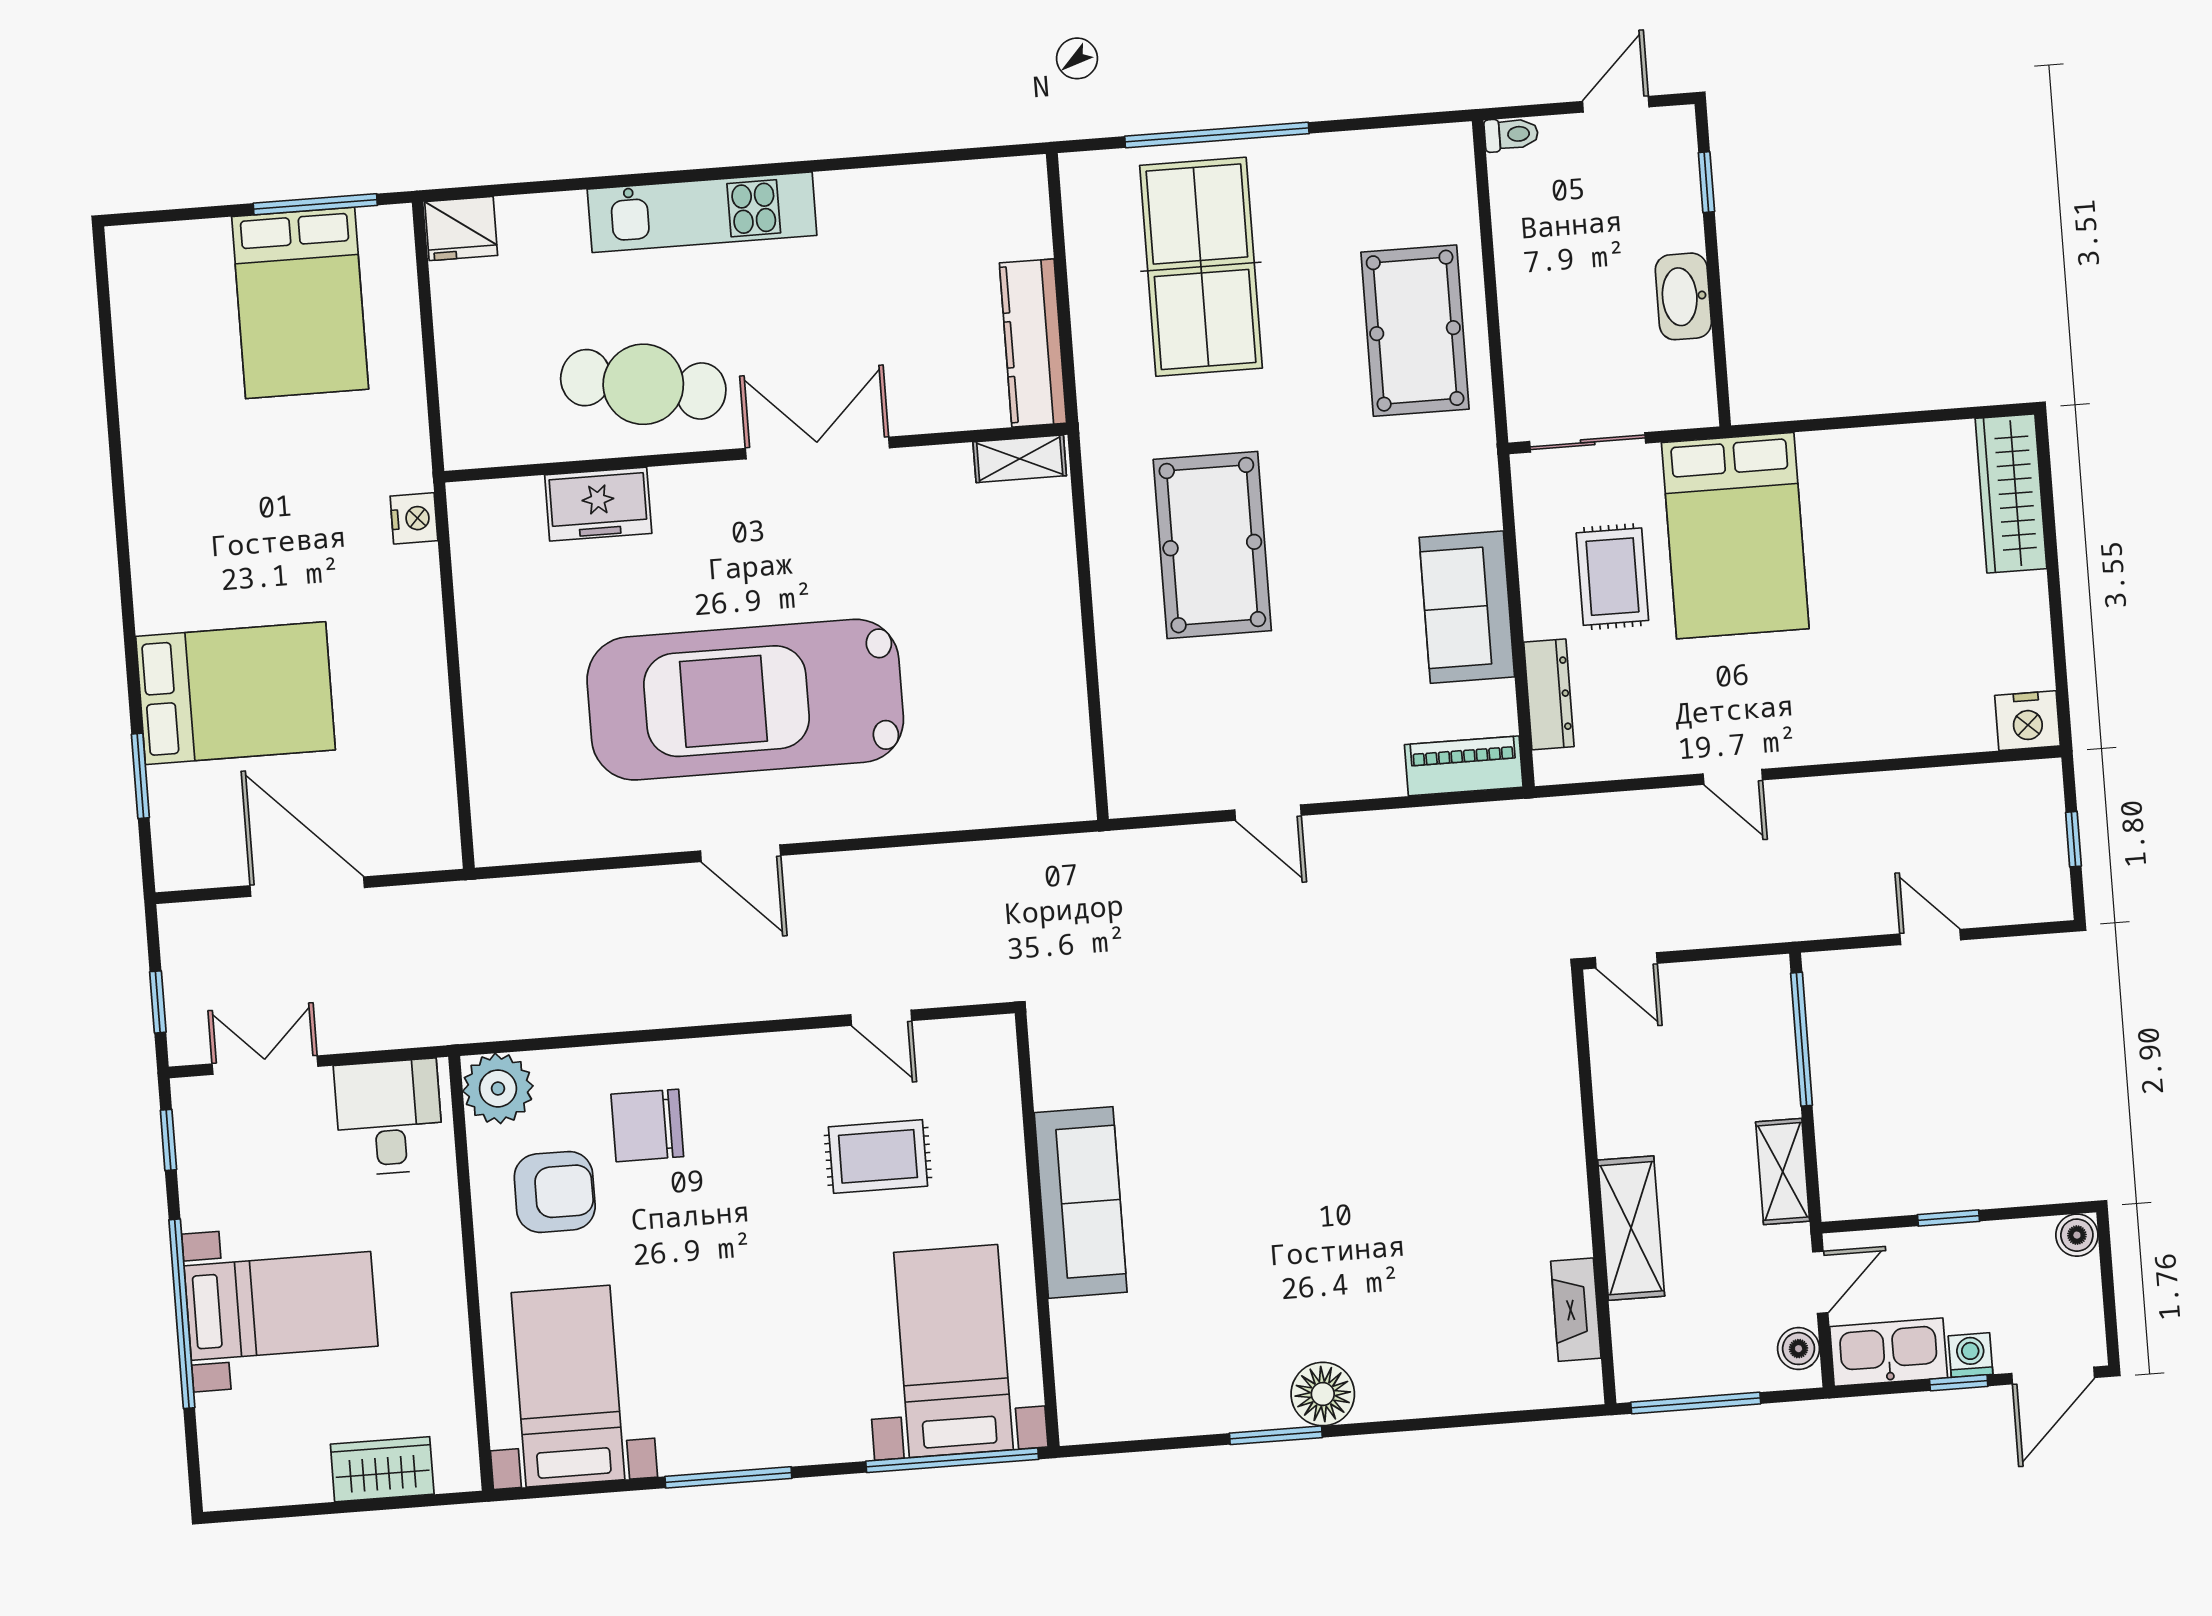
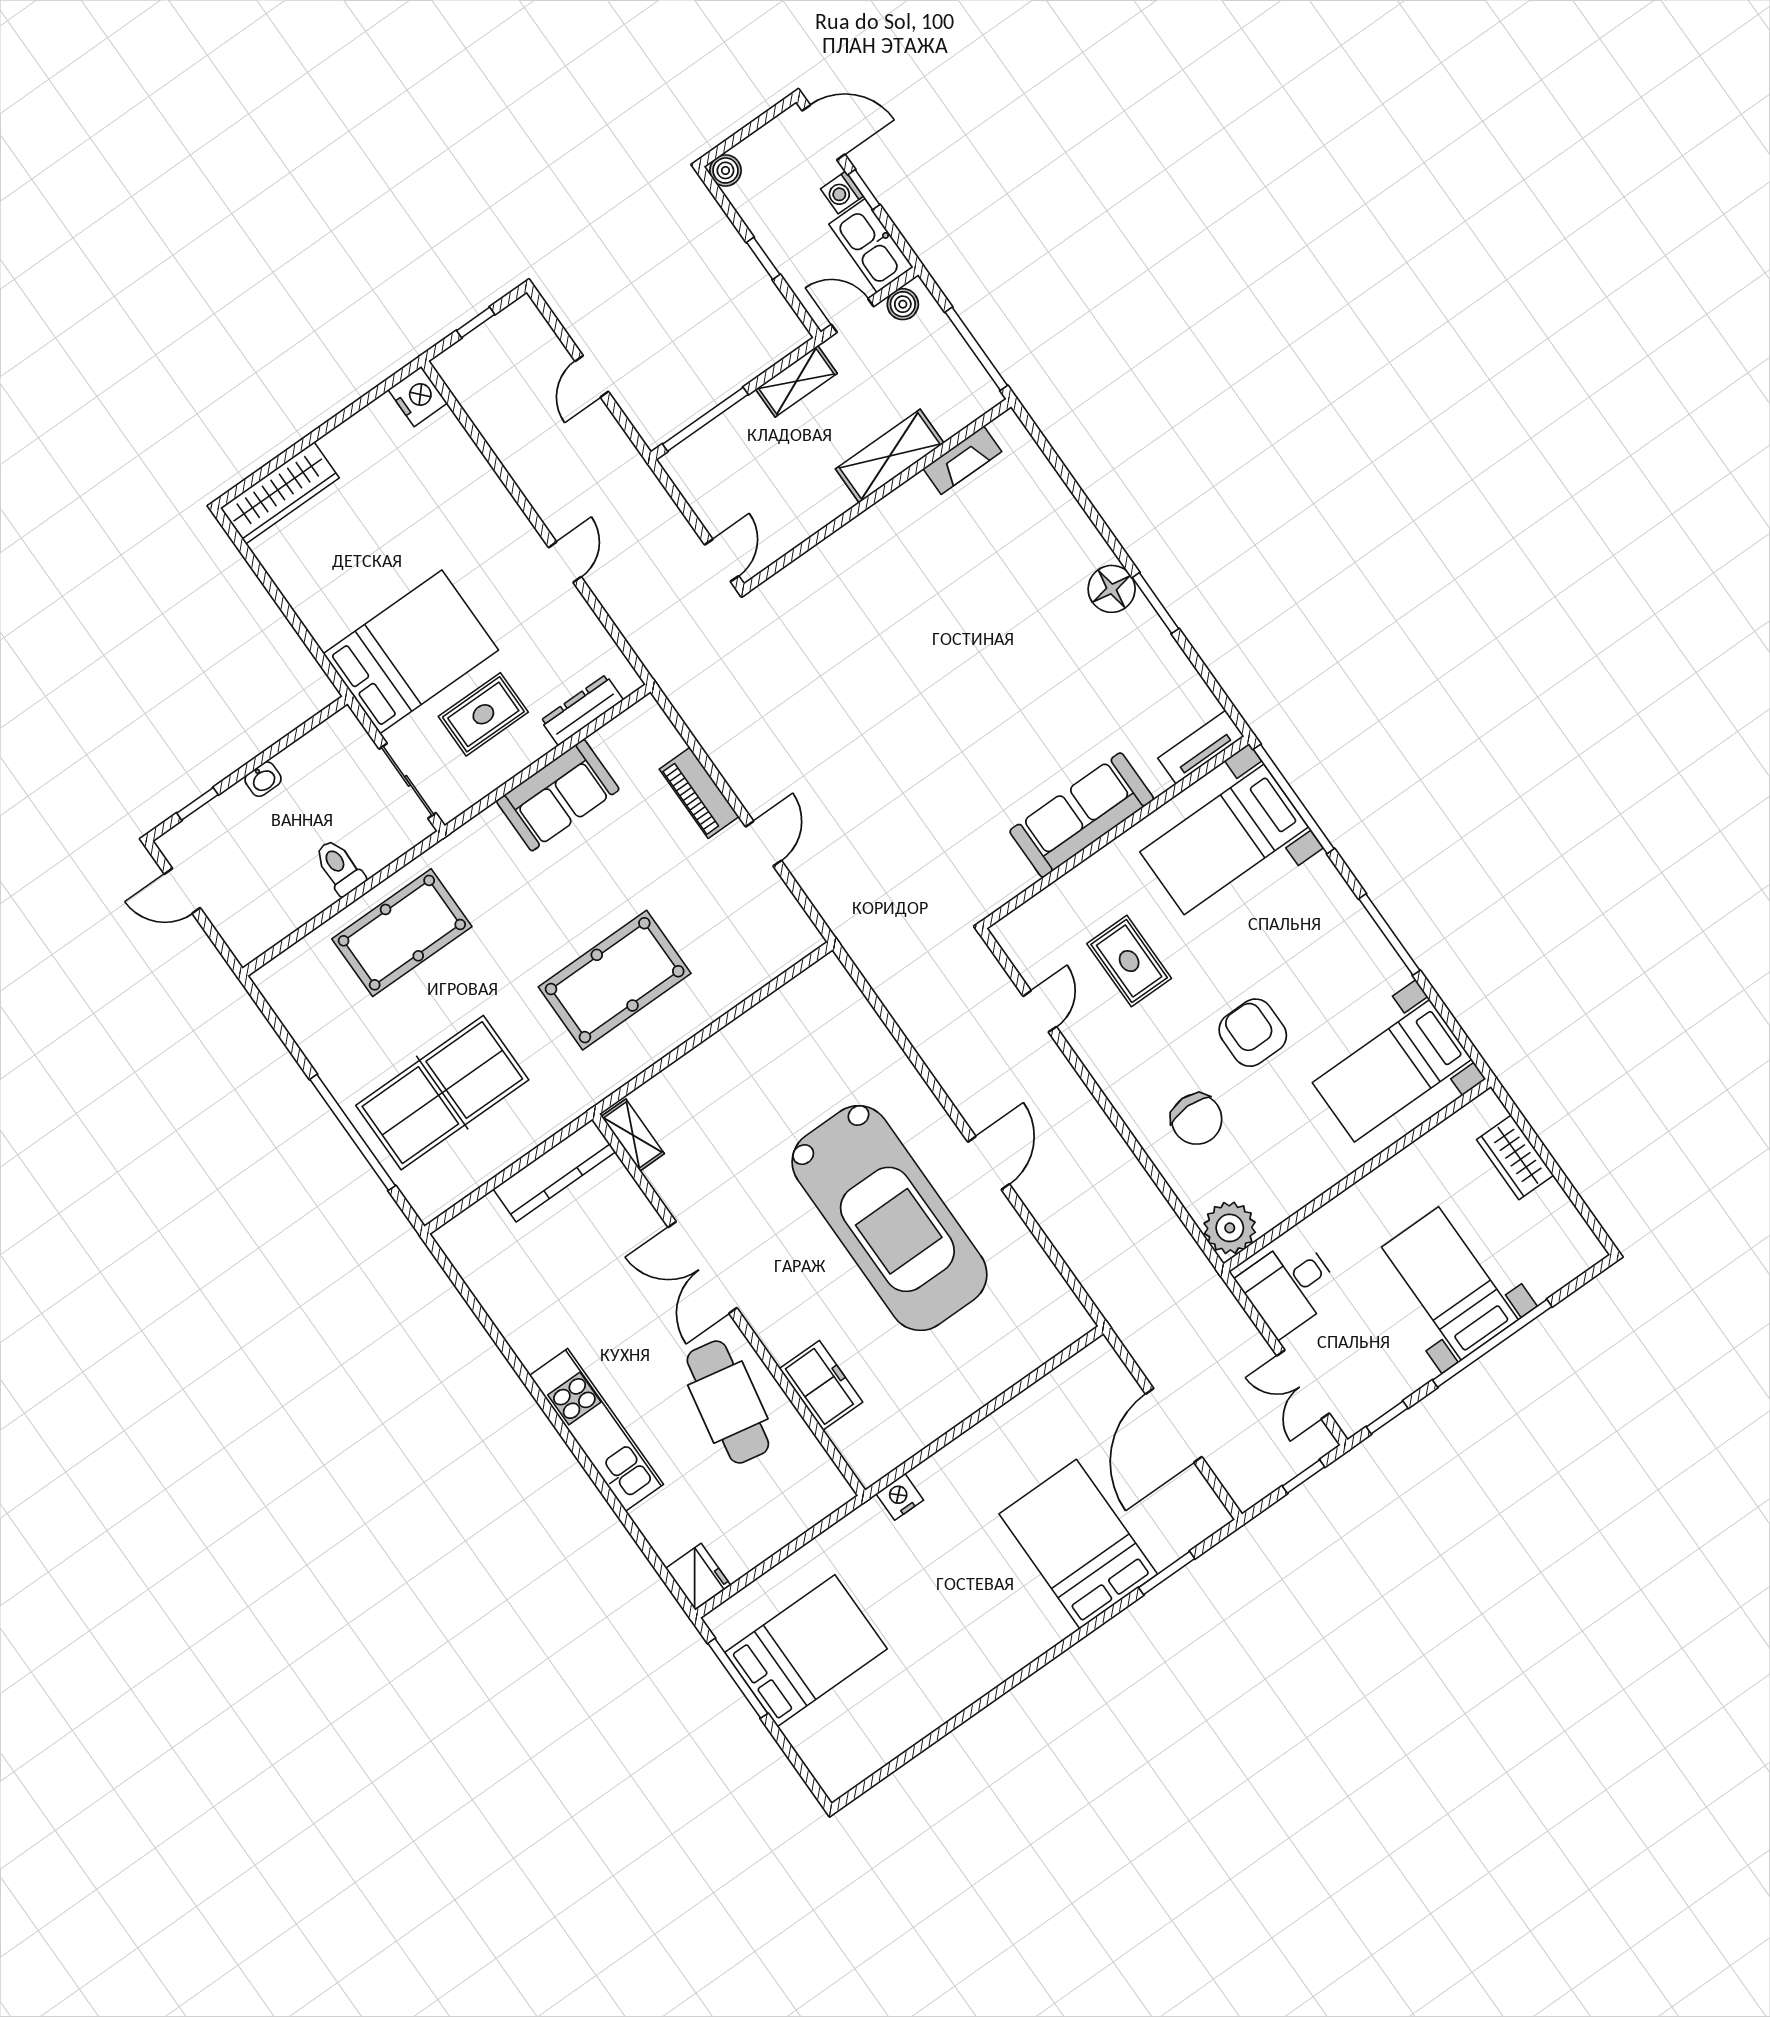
toilet: (1511, 134) -> (339, 867), moved, width x1.37, depth x1.39
washbasin: (1683, 296) -> (263, 779), width x0.52, depth x0.69
piano: (1464, 766) -> (699, 793), moved
armchair: (555, 1192) -> (1253, 1033), moved
tv unit: (1077, 1388) -> (1201, 747), added

